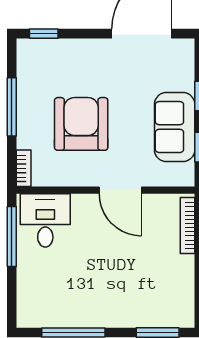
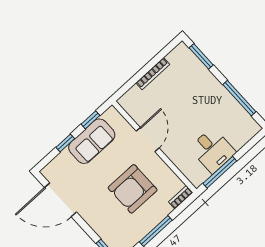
desk: (45, 220) -> (213, 150), moved, turned -90
bookcase: (188, 226) -> (153, 74), moved

